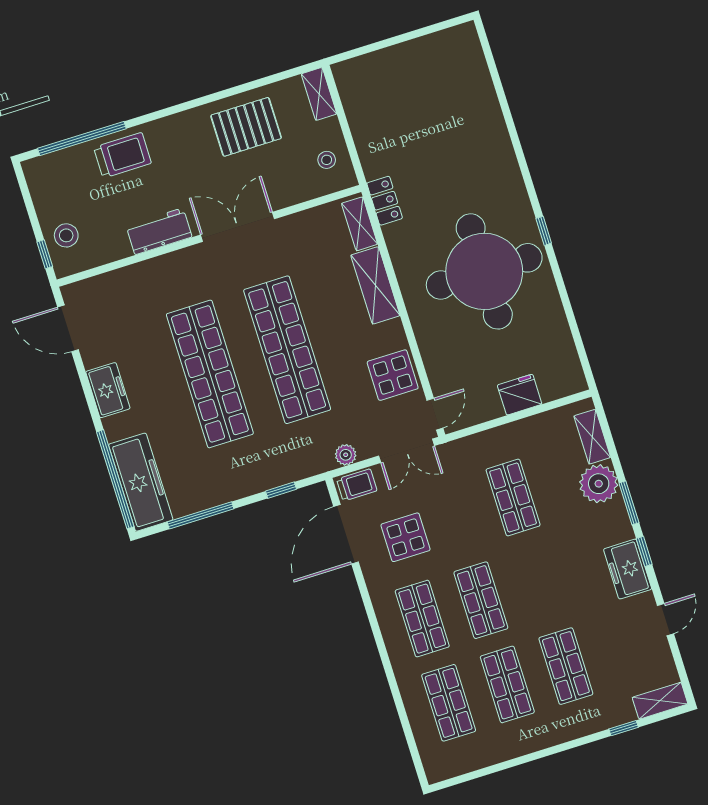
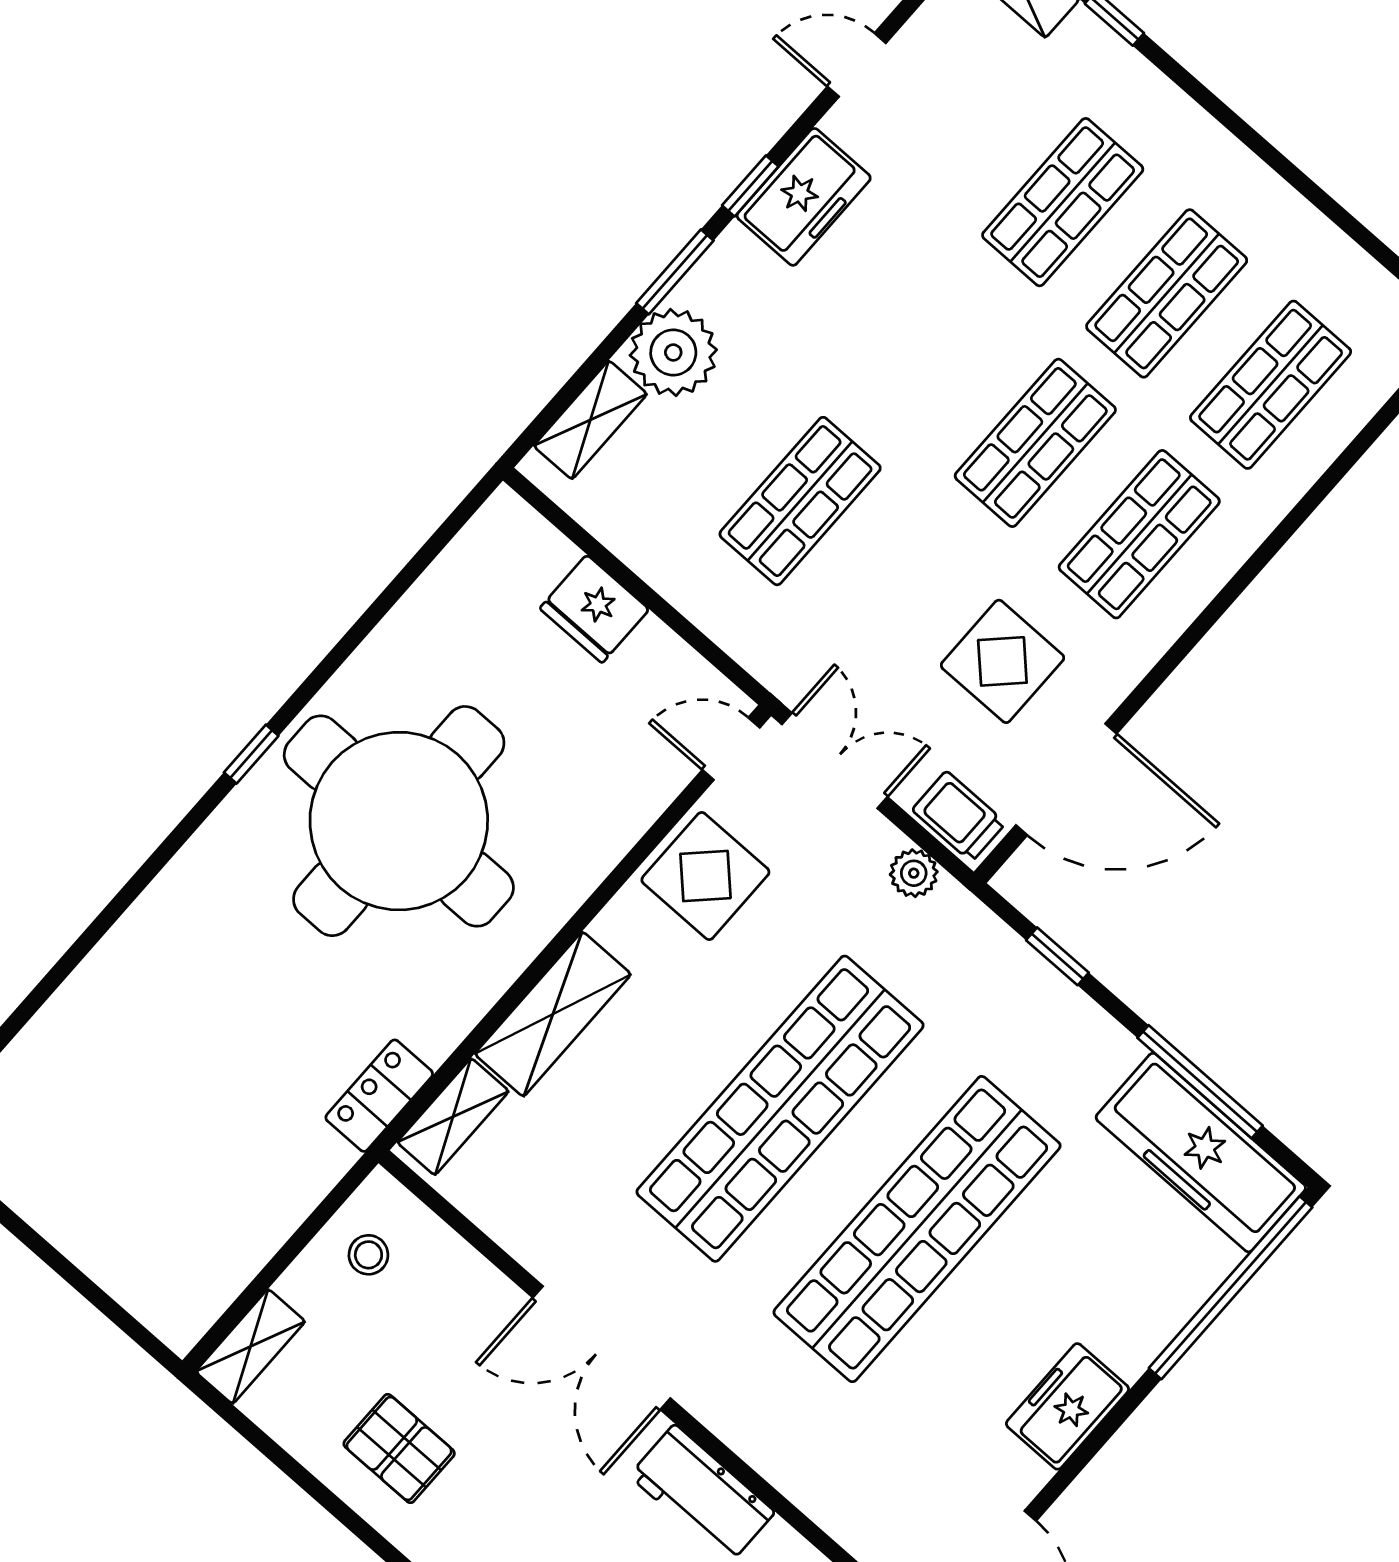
pallet: (246, 127) -> (399, 1448), width x0.67, depth x0.71
freezer: (141, 482) -> (1201, 1153), moved, turned -90

